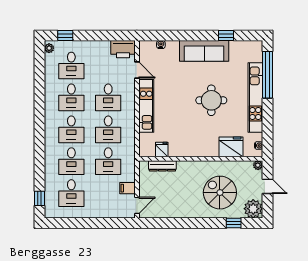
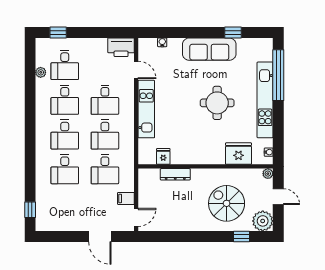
plant: (49, 48) -> (41, 72), moved
dresser: (162, 166) -> (175, 174), moved
desk: (71, 193) -> (65, 204), removed
door: (104, 223) -> (100, 237), added

